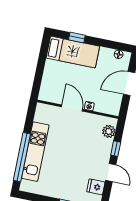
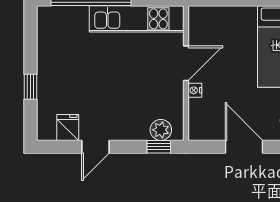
window: (116, 149) -> (159, 147), moved
kitchen unit: (35, 152) -> (137, 19), moved

